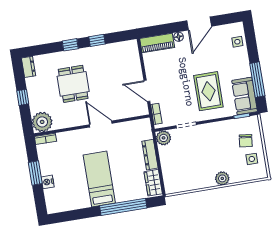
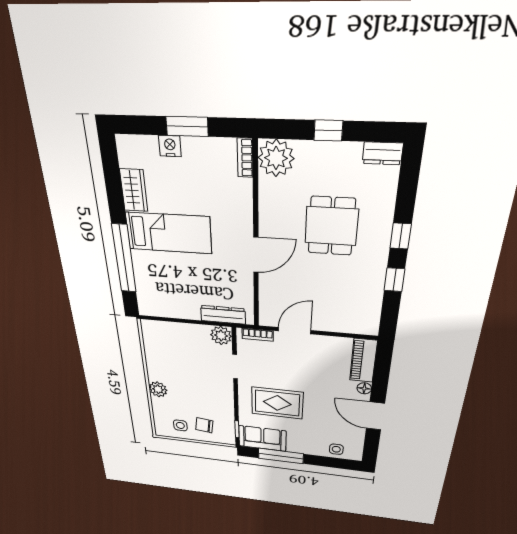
dining table: (73, 84) -> (331, 226), turned 90
dresser: (150, 155) -> (223, 315), moved
wardrobe: (153, 183) -> (134, 190), moved, turned 90

